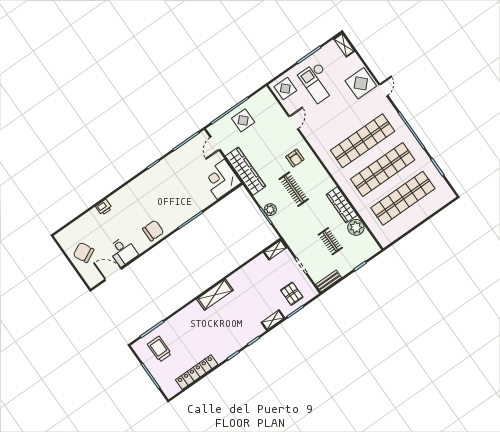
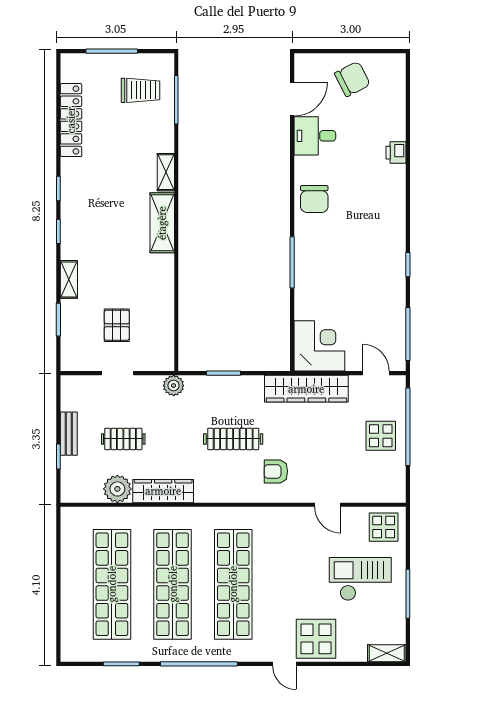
plant: (270, 210) -> (174, 386), moved
shelving: (275, 250) -> (166, 172), moved
bench: (329, 281) -> (69, 434), moved
pallet: (292, 294) -> (117, 325), moved, turned 90

